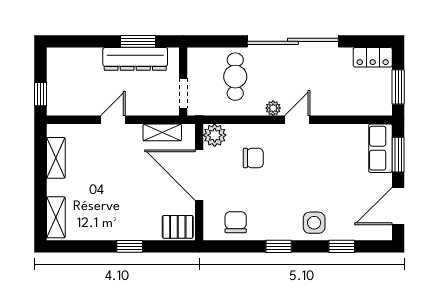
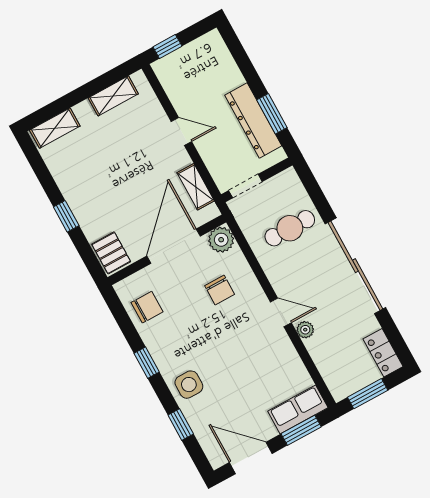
plant: (273, 108) -> (305, 330), moved

